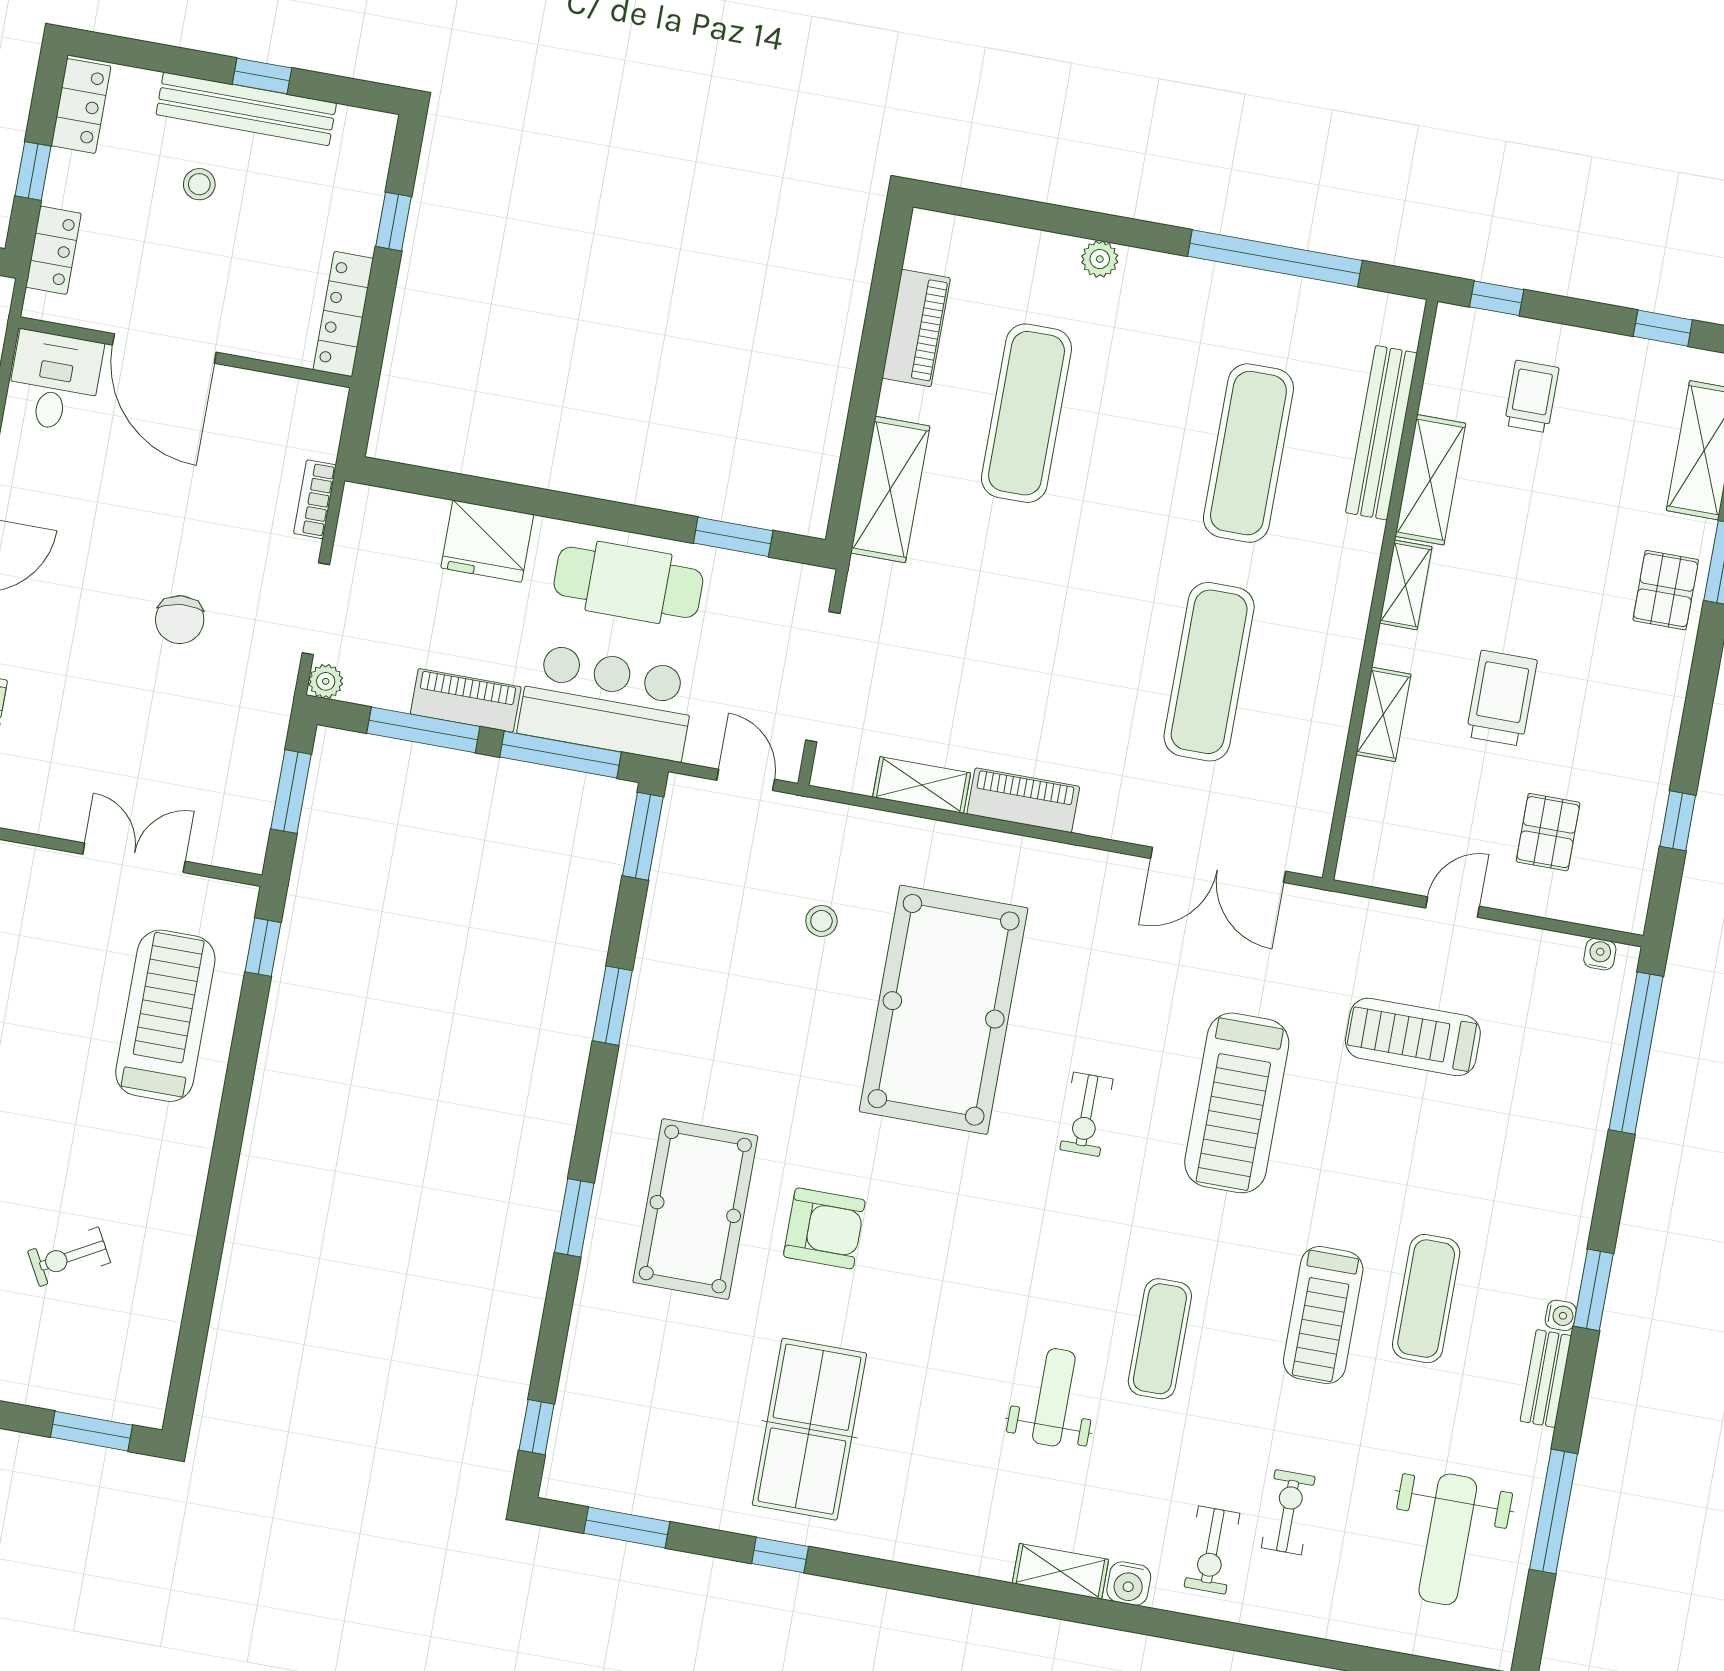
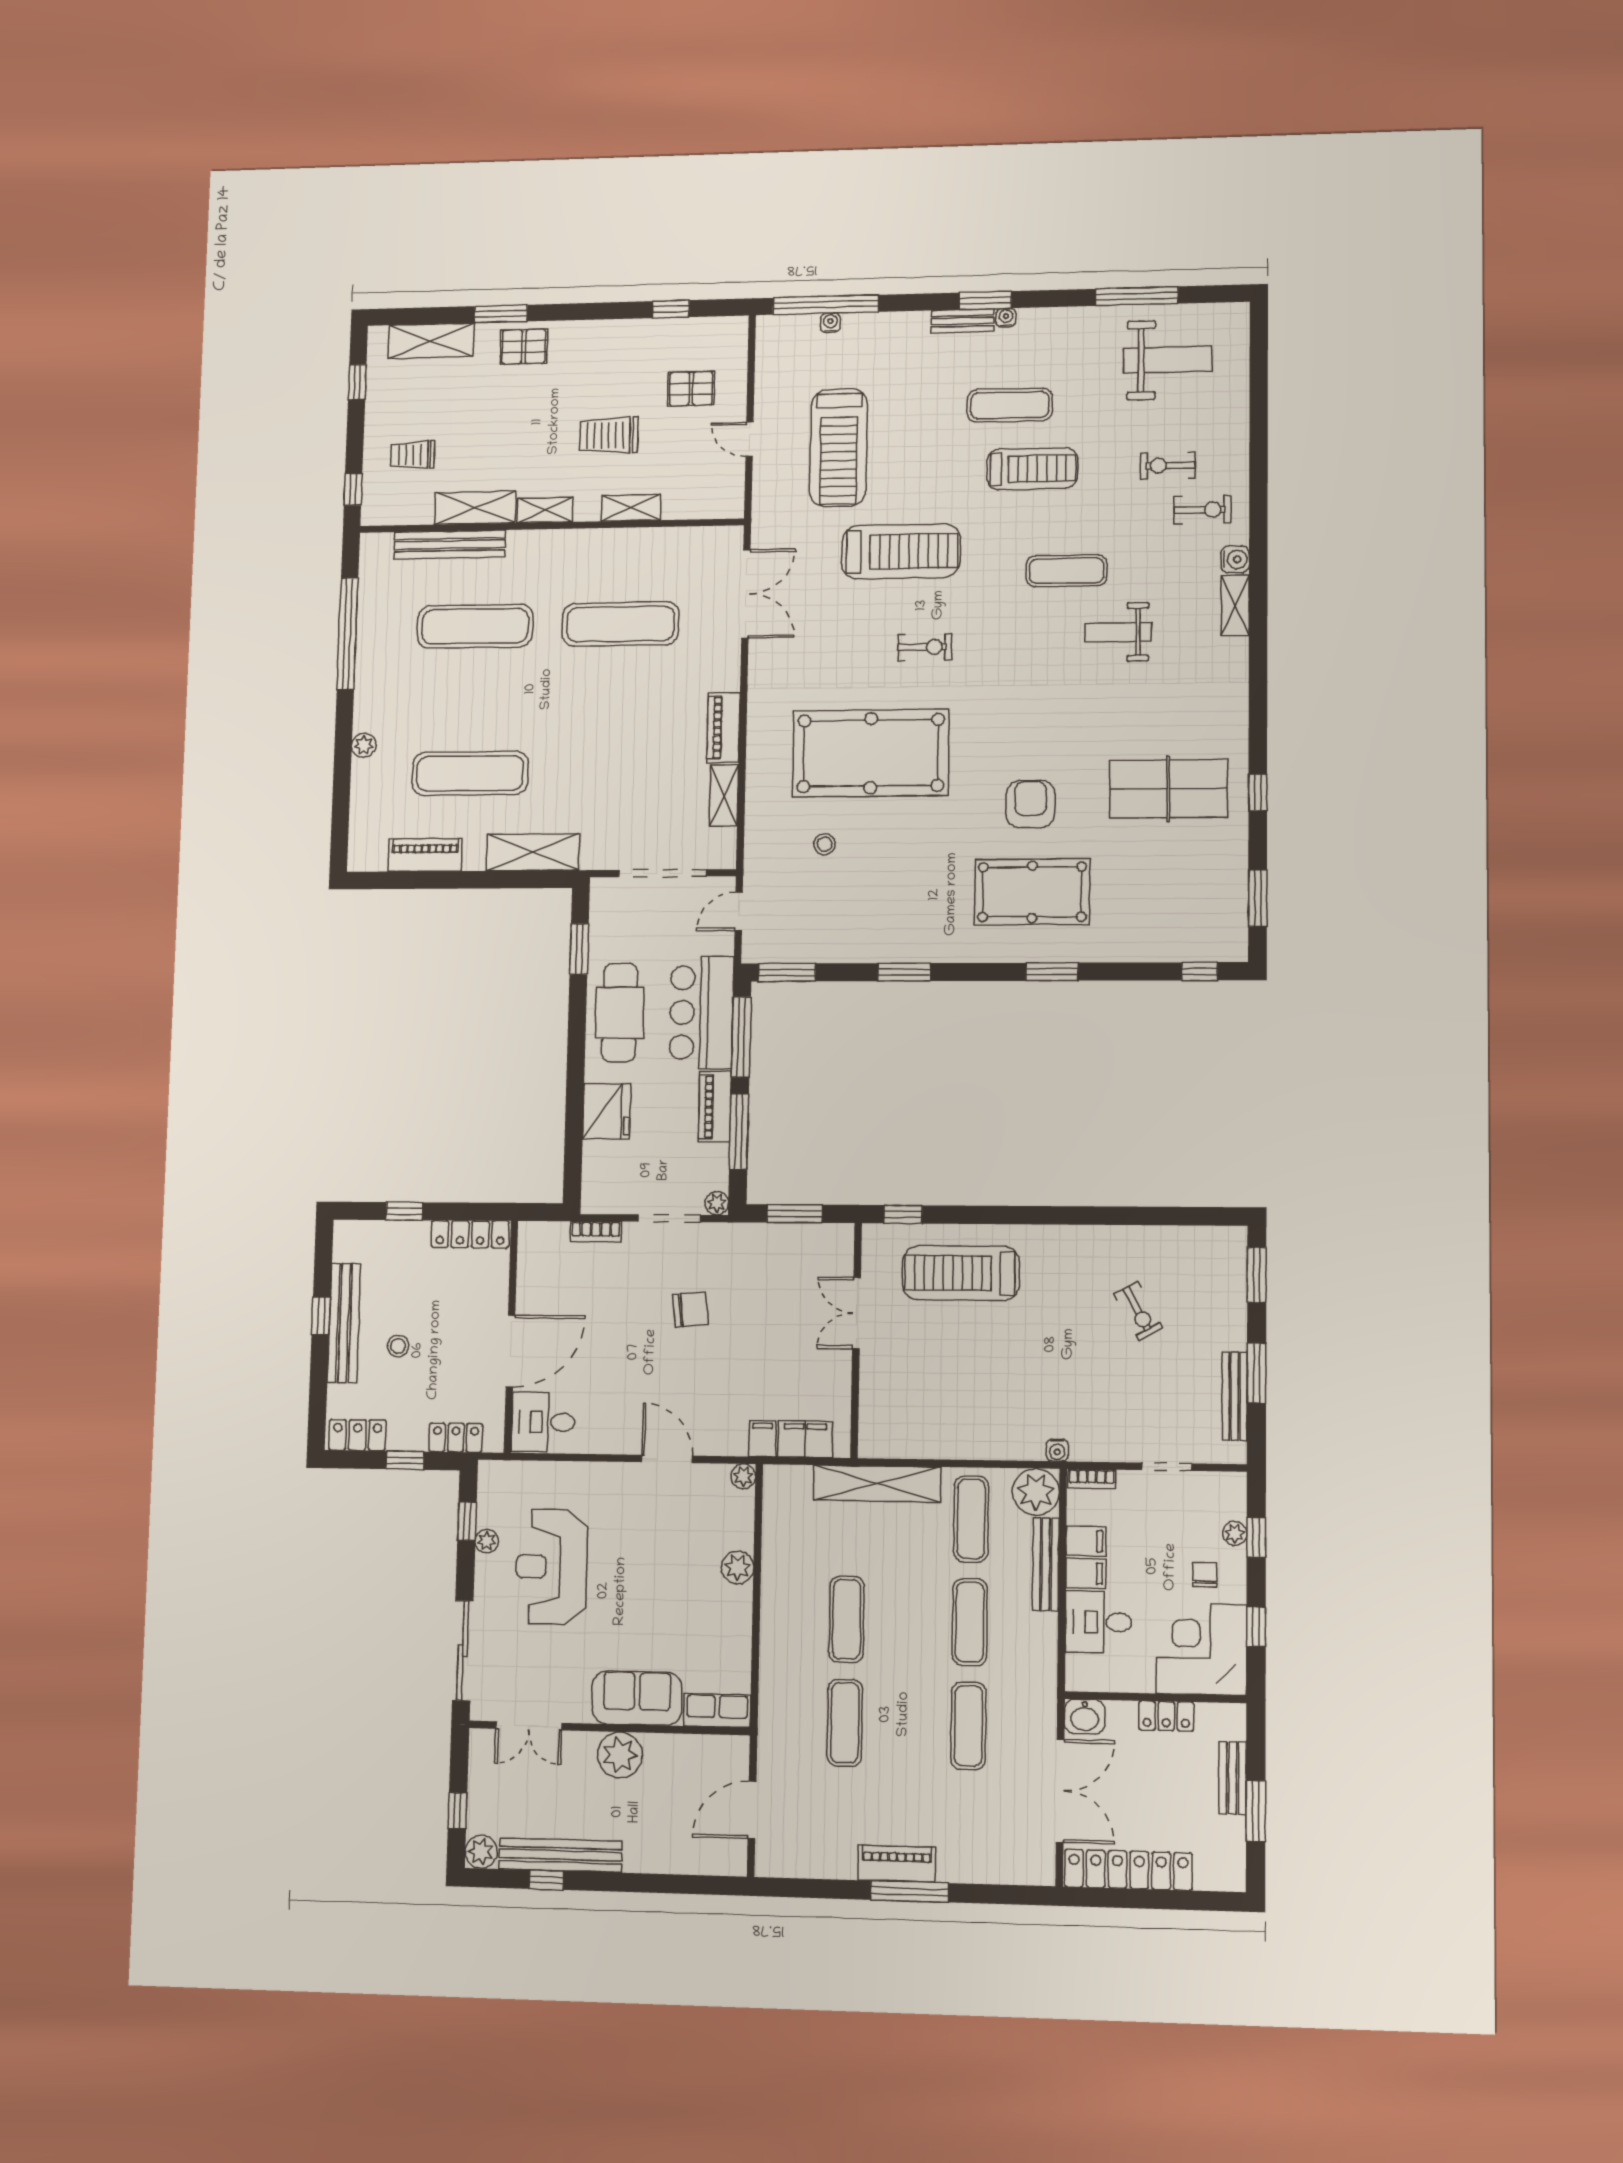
water cooler: (1600, 954) -> (830, 323), moved, turned 90
treadmill: (1413, 1037) -> (839, 448), width x1.37, depth x1.38
bench: (1546, 1378) -> (963, 321), moved

